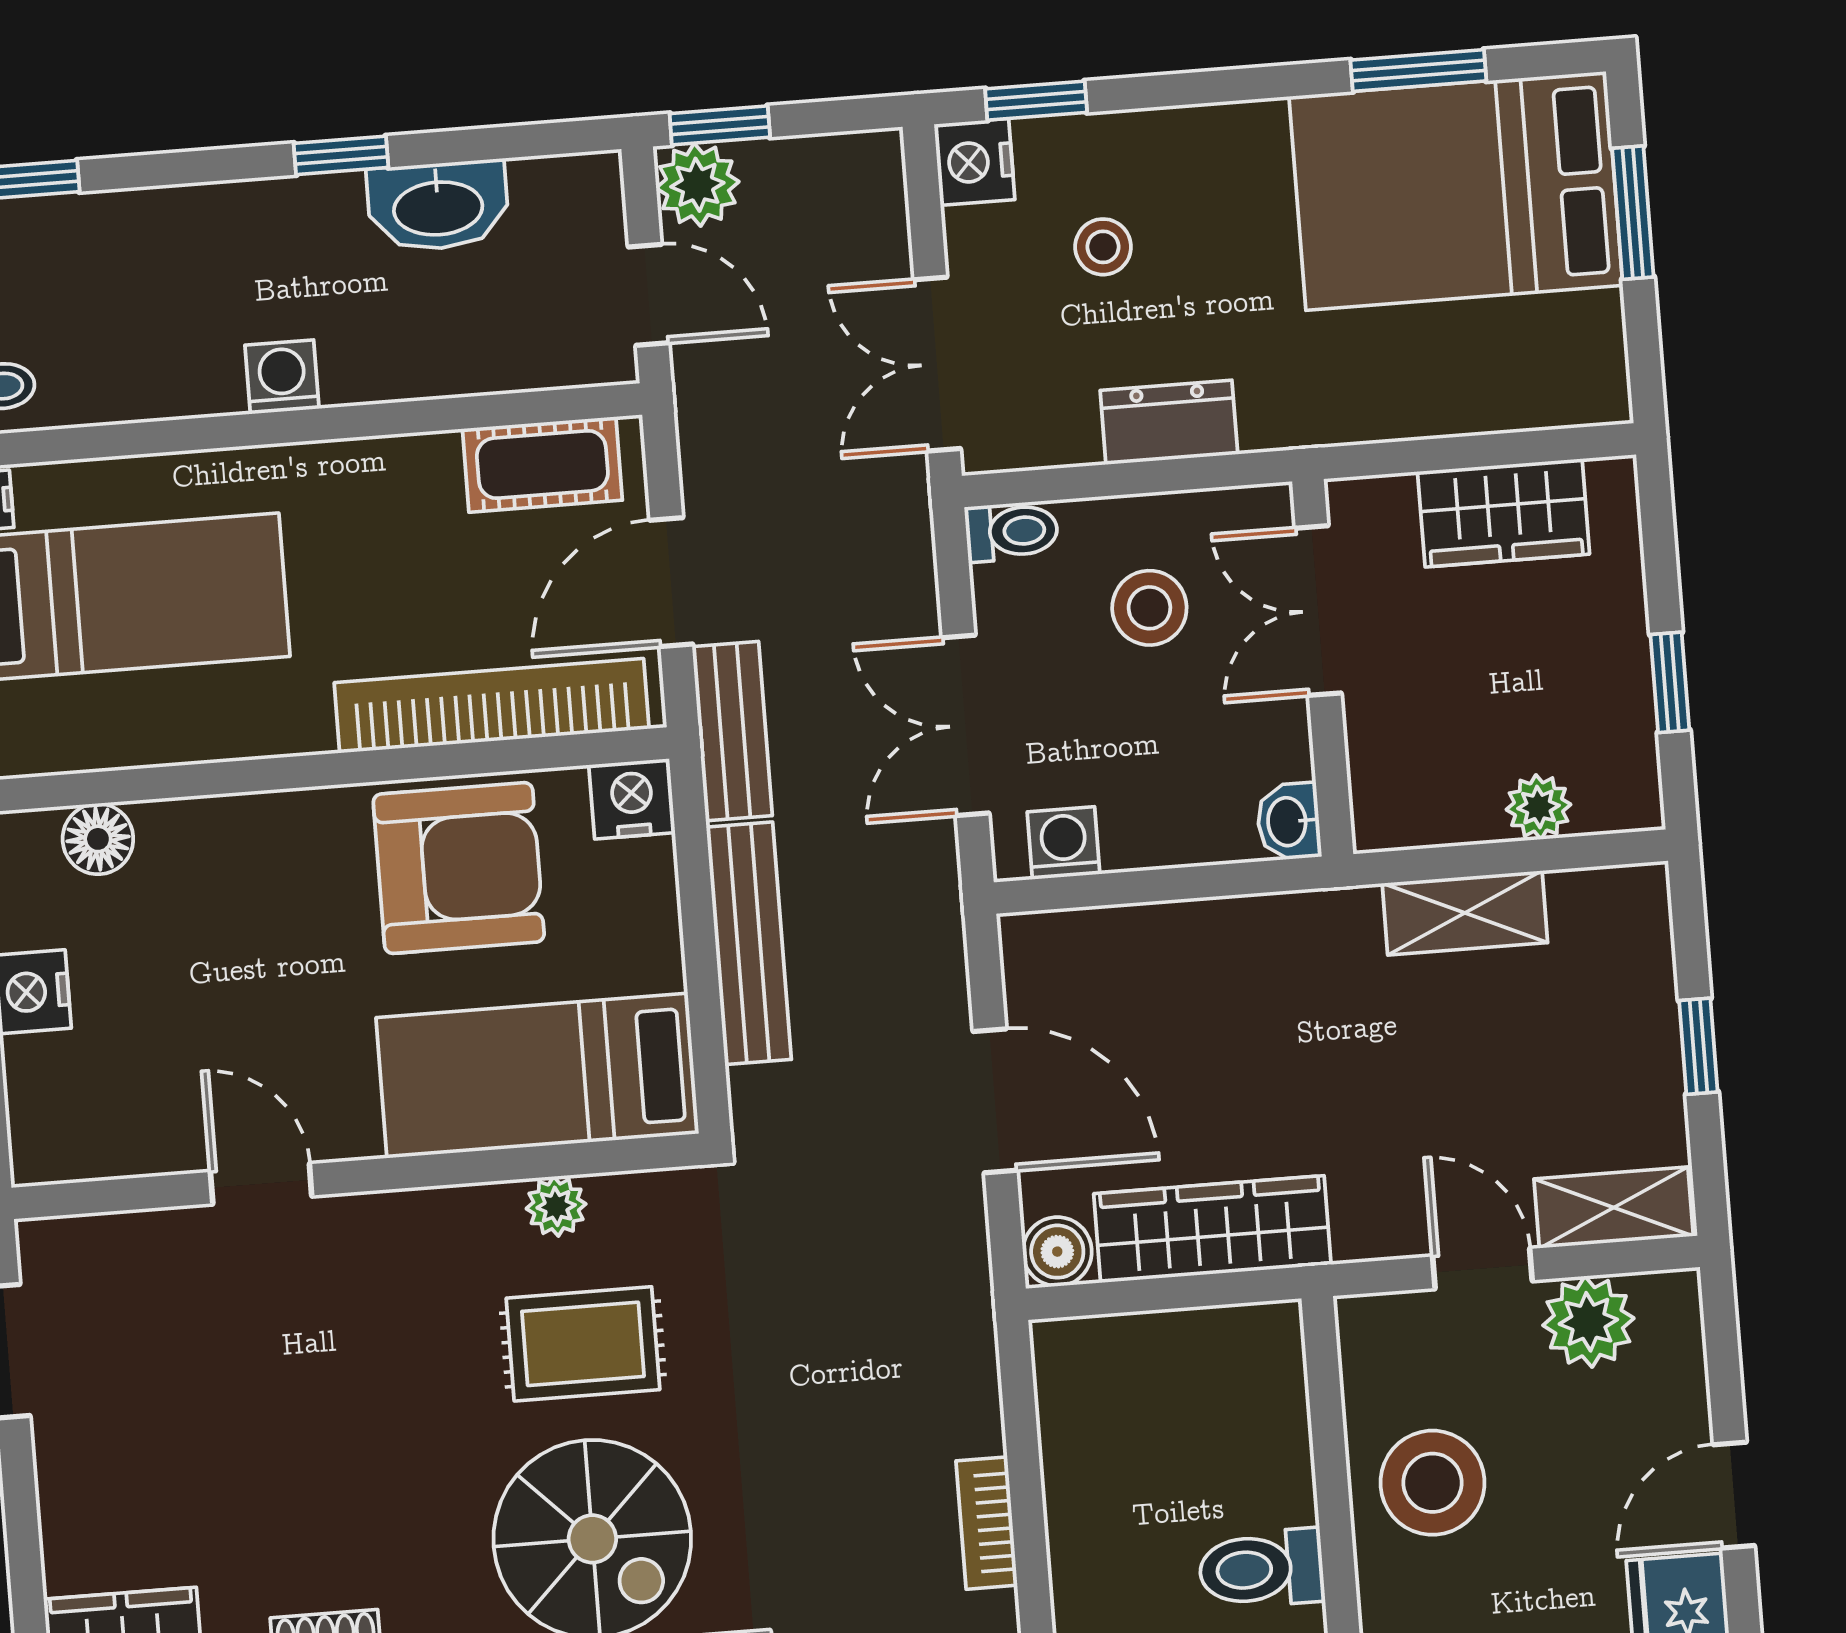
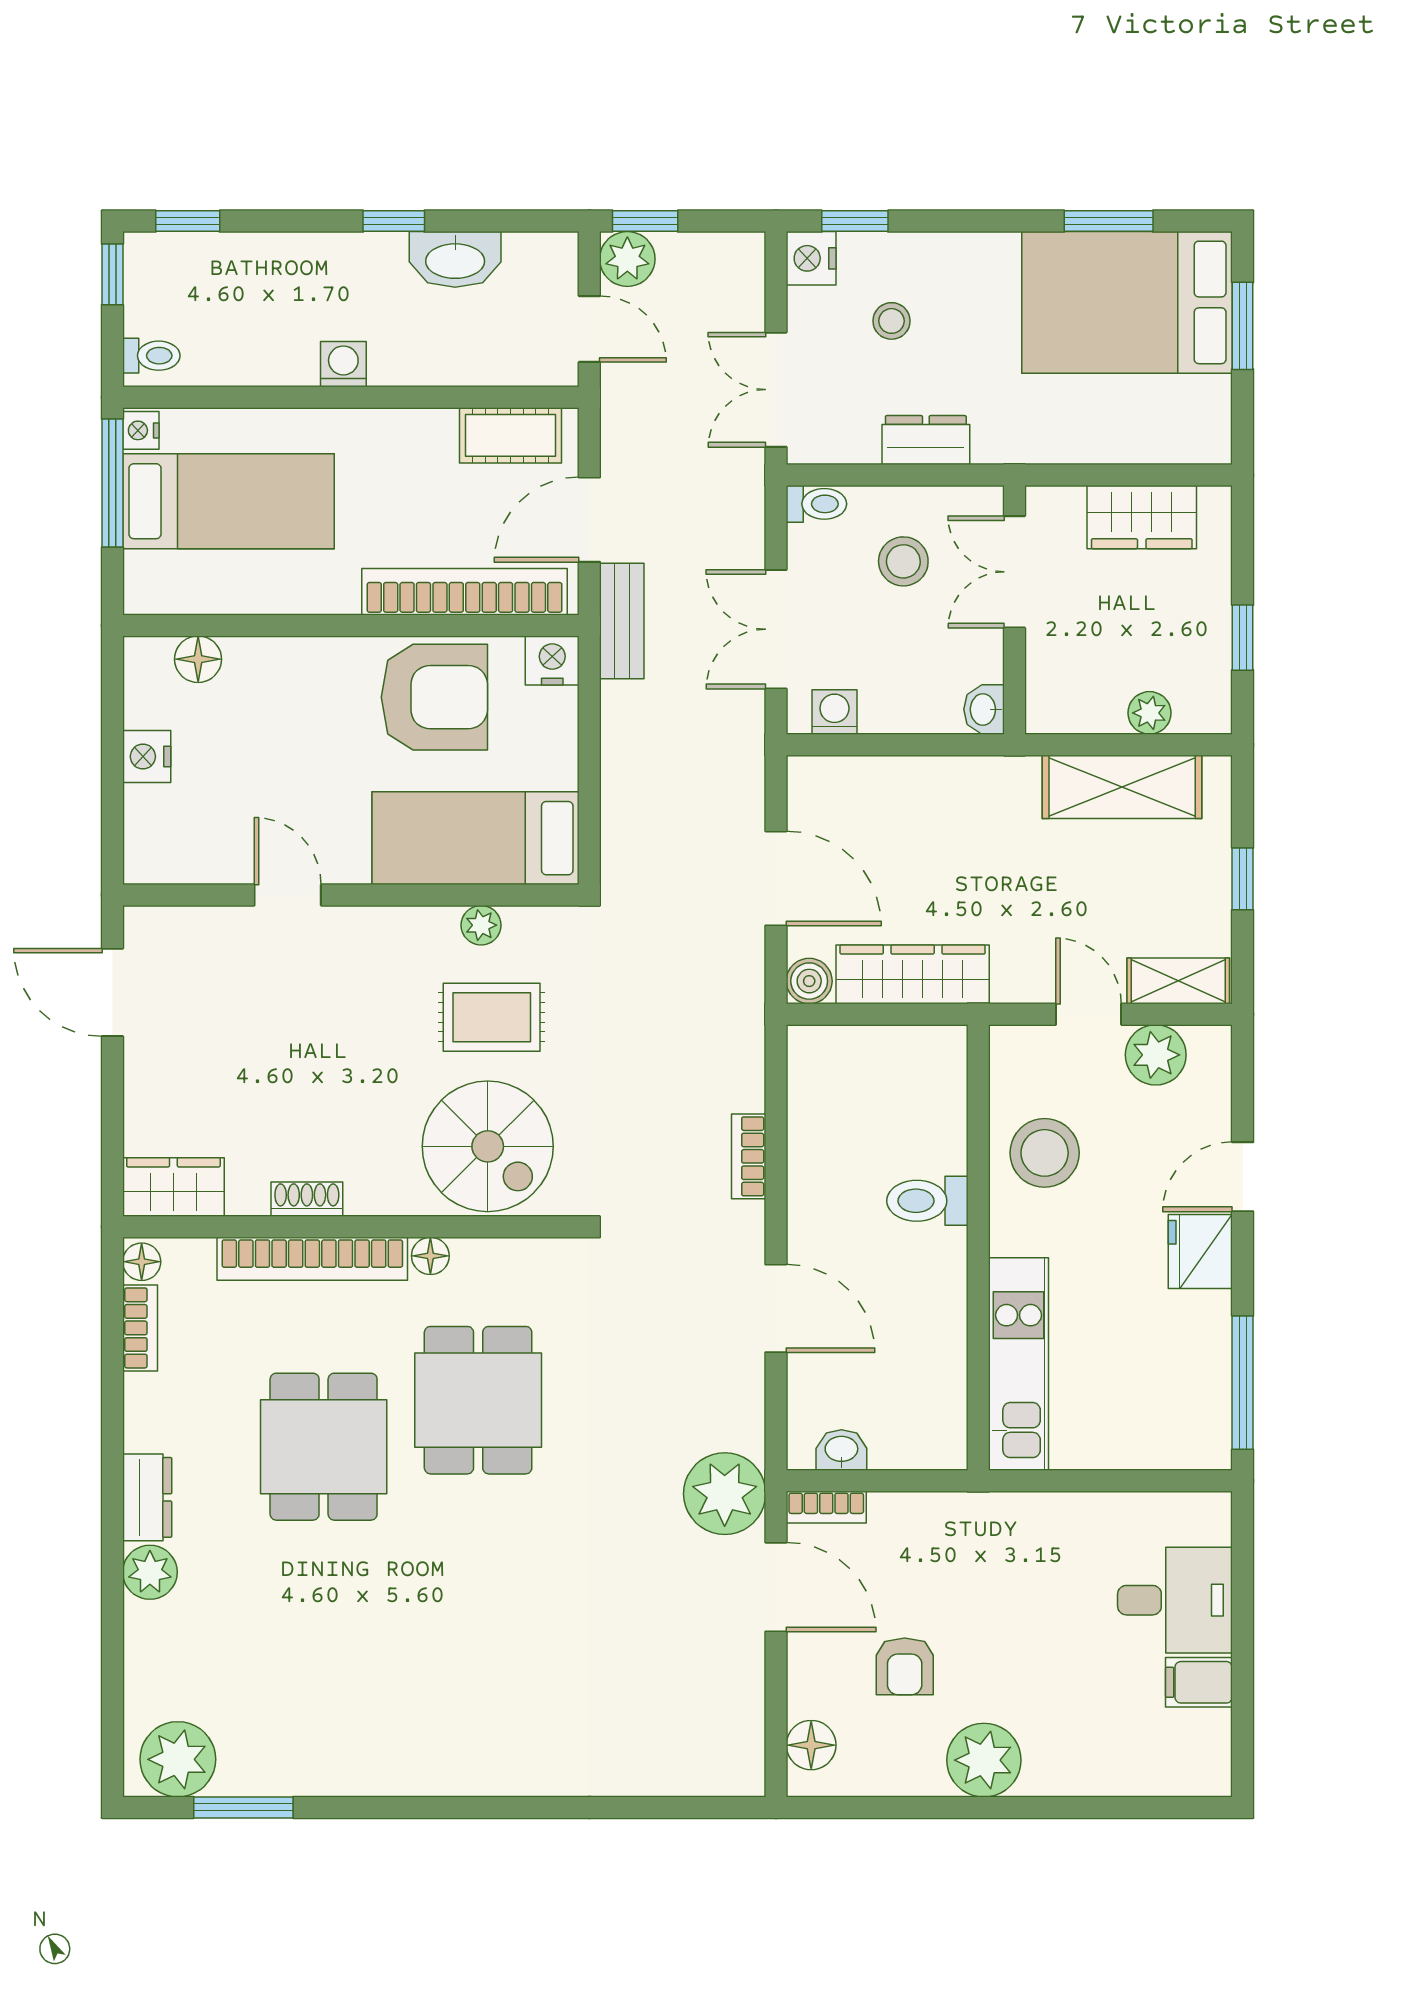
shelving: (1465, 913) -> (1122, 787), width x1.50, depth x1.33
bench: (749, 943) -> (622, 762), removed

